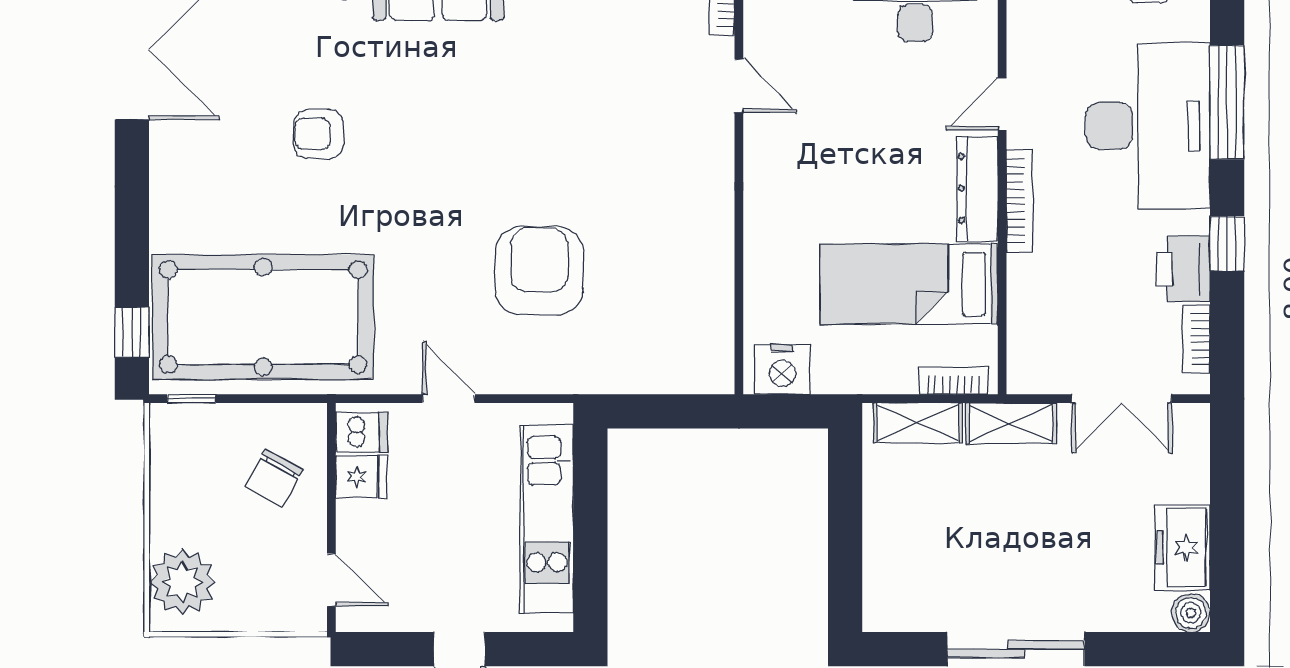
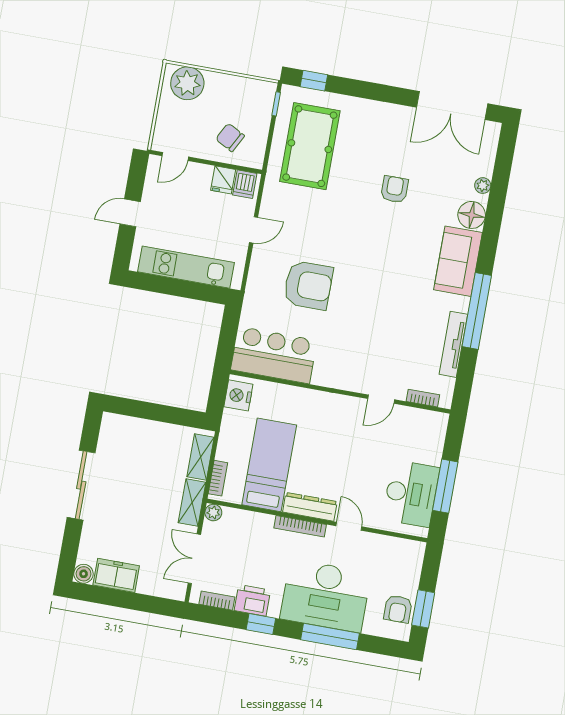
bar counter: (690, 314) -> (274, 355), added
pool table: (263, 317) -> (310, 146), width x0.73, depth x0.76
plant: (1023, 378) -> (213, 513), added

